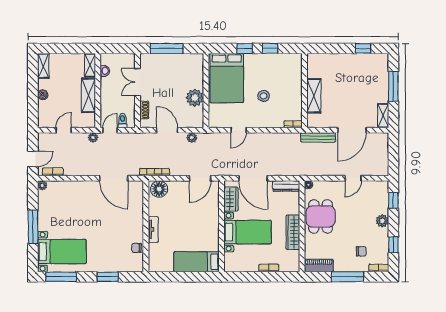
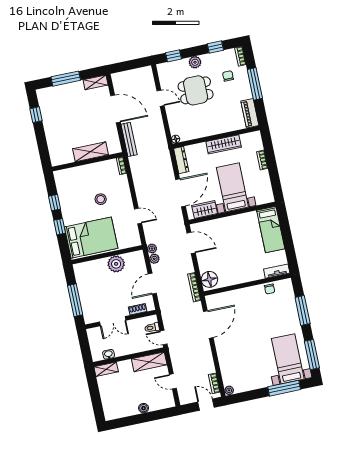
shelving: (43, 66) -> (116, 413), removed
shelving: (88, 95) -> (149, 362), moved
plant: (93, 137) -> (152, 249), moved
dining table: (321, 216) -> (196, 90), moved
window: (33, 227) -> (284, 388), moved
tv unit: (153, 229) -> (277, 271), moved
window: (108, 277) -> (303, 310), width x1.44

